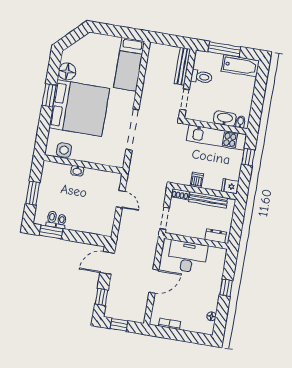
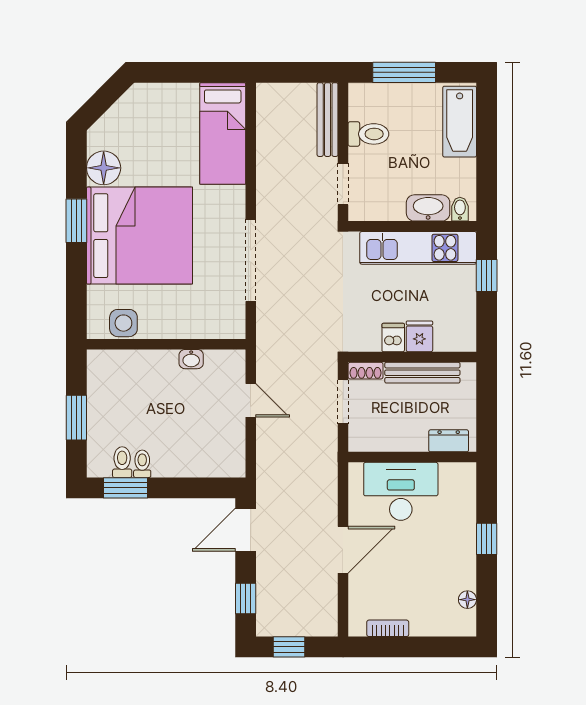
bathtub: (240, 66) -> (460, 122), moved, turned 90
washbasin: (77, 171) -> (191, 359), moved
fridge: (230, 186) -> (419, 336), moved, turned 90
doorway: (165, 218) -> (343, 402), moved

